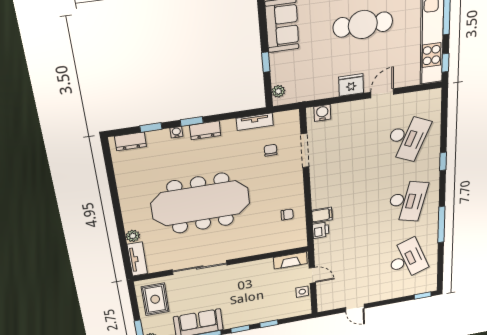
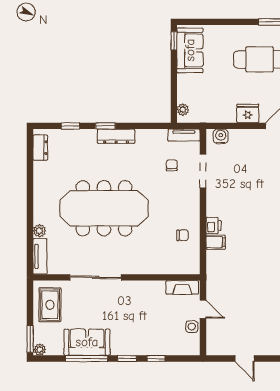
window: (266, 62) -> (174, 41), moved
tv unit: (255, 122) -> (184, 135), moved
dresser: (205, 130) -> (116, 136), width x1.44
water cooler: (176, 132) -> (91, 134), removed
dresser: (130, 141) -> (40, 148), moved, turned -90
printer: (321, 230) -> (214, 225), moved

